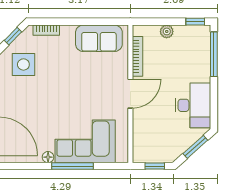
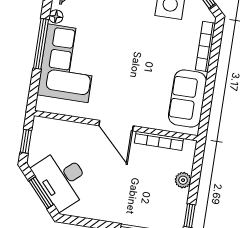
bookcase: (46, 30) -> (205, 46), width x1.56
desk: (193, 105) -> (62, 179), moved, turned 48

